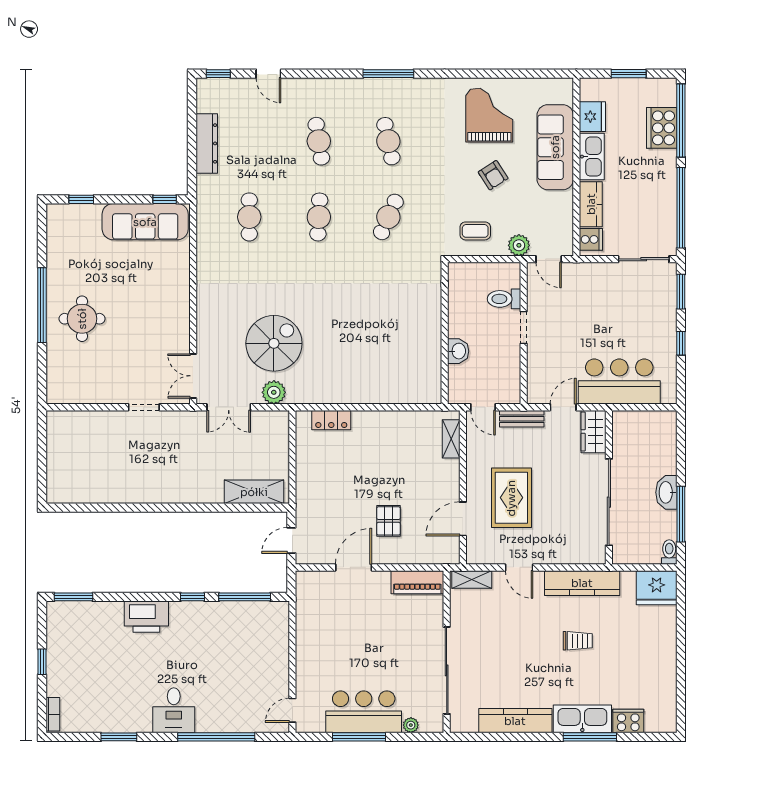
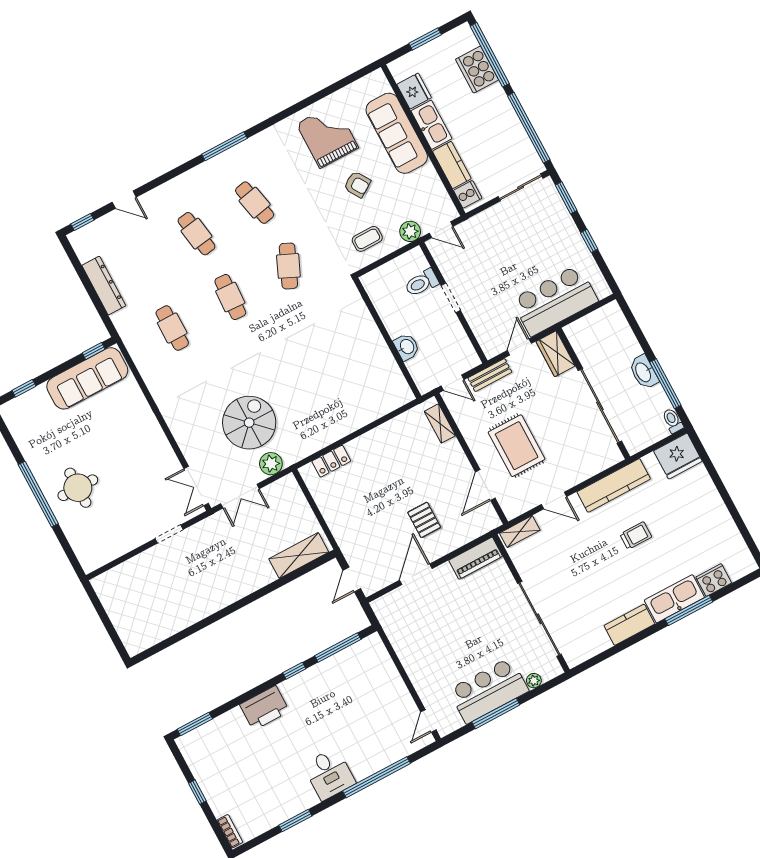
kitchen counter: (515, 721) -> (629, 625), width x0.67

